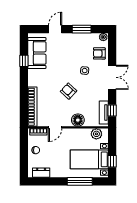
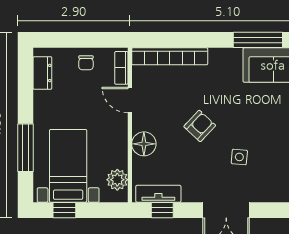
armchair: (99, 53) -> (272, 185), removed
window: (24, 61) -> (258, 40), width x2.17

